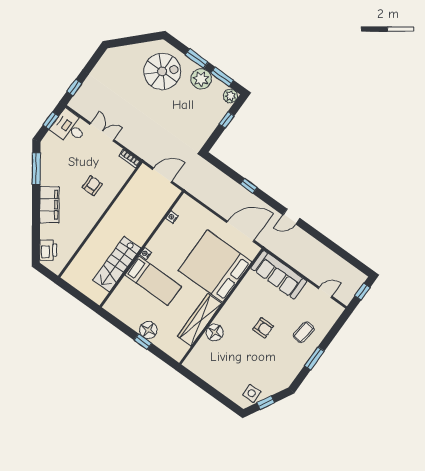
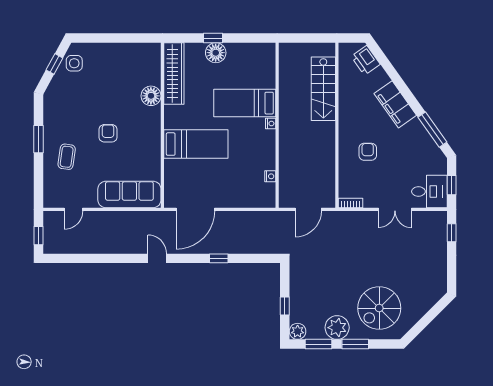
armchair: (92, 186) -> (368, 152), turned 180
door: (291, 217) -> (157, 258), hinge flipped
stairs: (117, 264) -> (323, 89), moved, turned 180
bed: (215, 266) -> (196, 144), width x0.49
wardrobe: (200, 320) -> (174, 74), moved
armchair: (263, 328) -> (108, 133), turned 90

